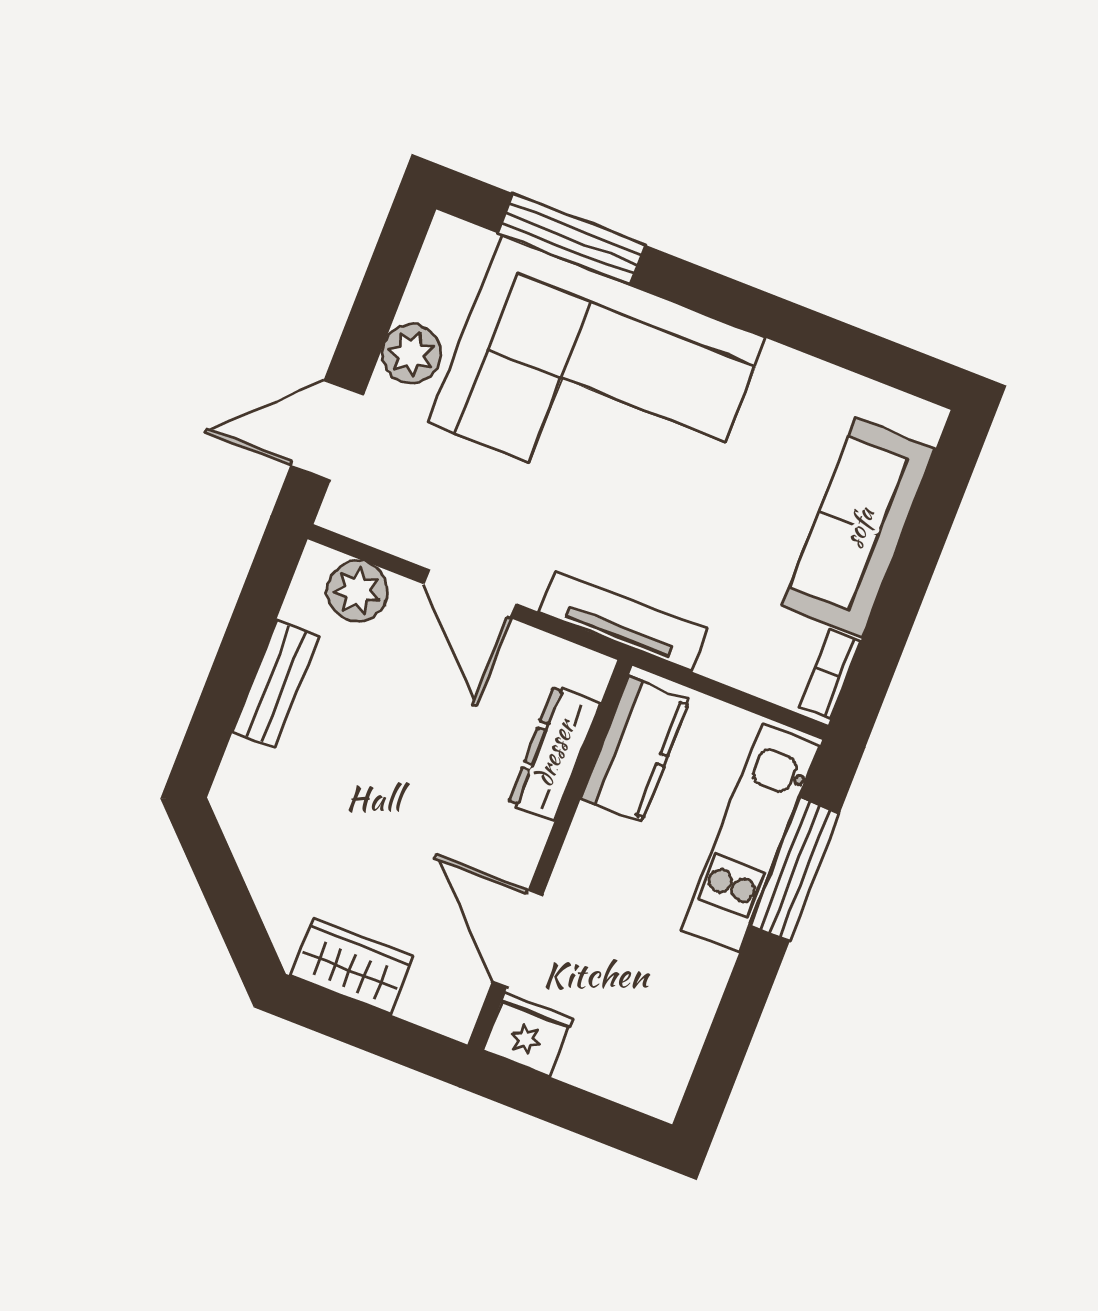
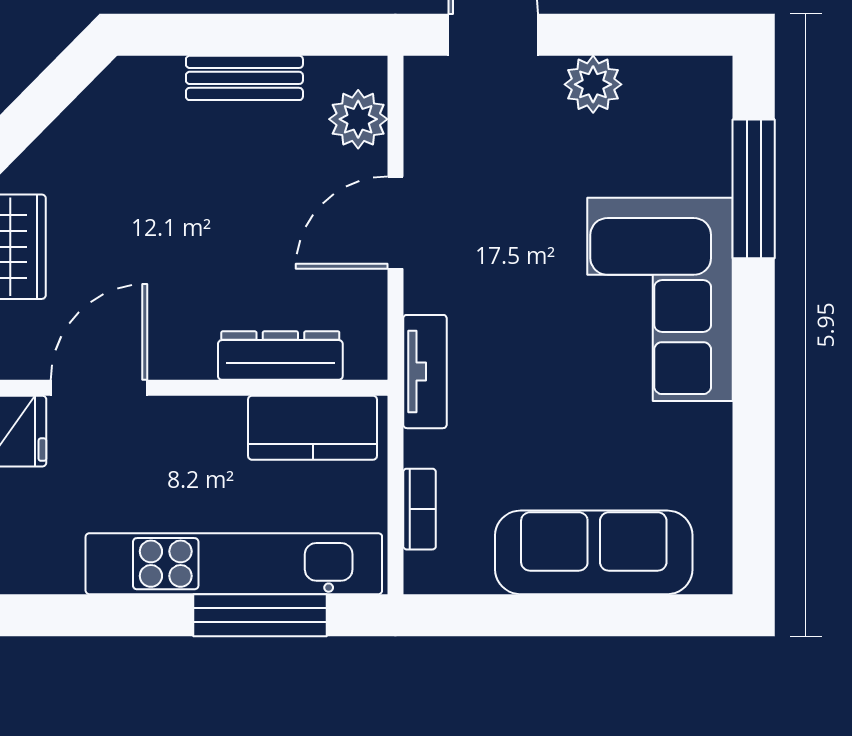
corner sofa: (597, 381) -> (660, 299), width x0.73, depth x0.74
tv unit: (623, 621) -> (425, 372), width x0.71
bookcase: (830, 674) -> (420, 509), moved, turned 90
kitchen unit: (750, 838) -> (234, 564), width x1.36

